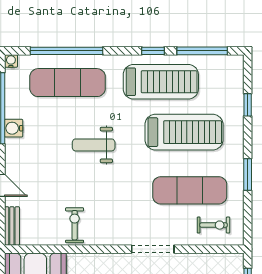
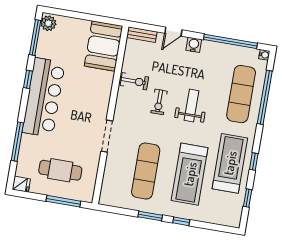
window: (202, 51) -> (248, 198), width x0.46
treadmill: (161, 82) -> (230, 163), turned 180
window: (248, 105) -> (181, 221), moved
water cooler: (14, 128) -> (194, 45), moved
exercise bike: (214, 225) -> (159, 102), moved

